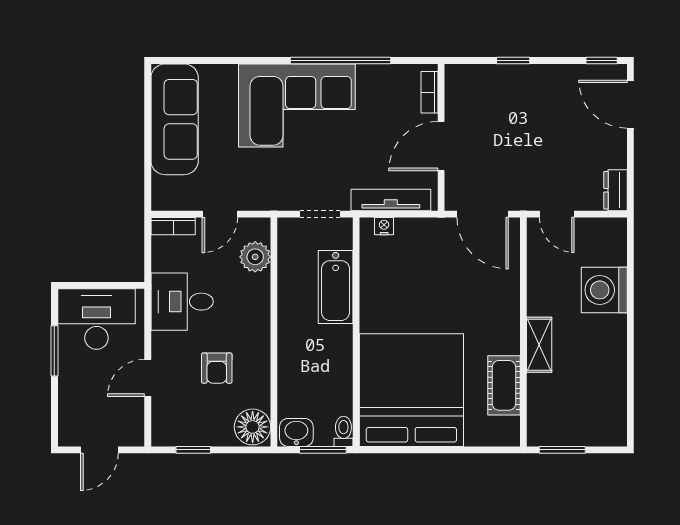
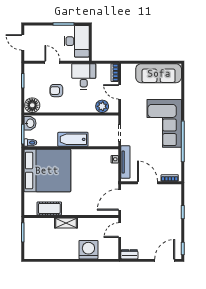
bathtub: (336, 287) -> (73, 139), moved

